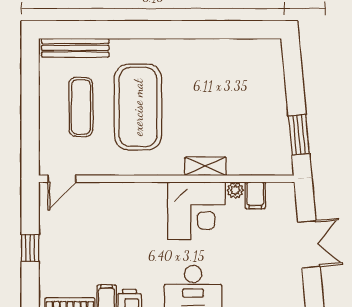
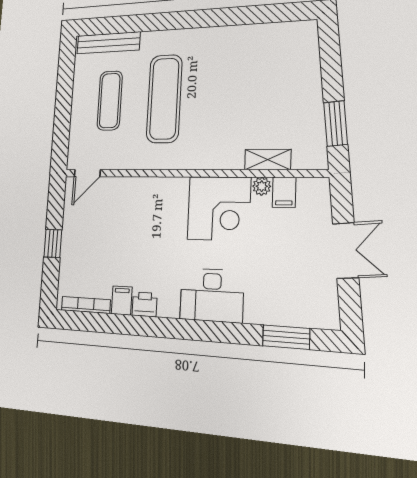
exercise mat: (138, 107) -> (164, 99), width x0.68
shelving: (205, 166) -> (268, 160), moved

